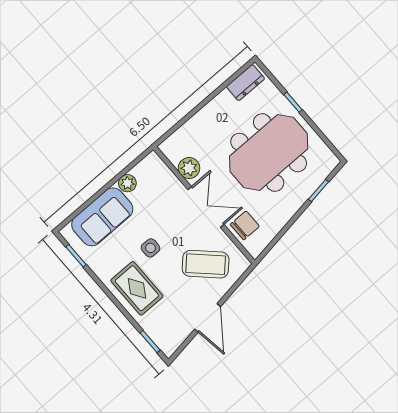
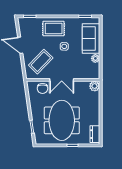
plant: (189, 168) -> (95, 86), moved

